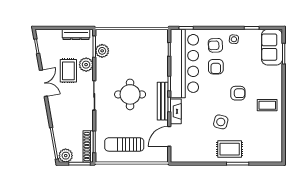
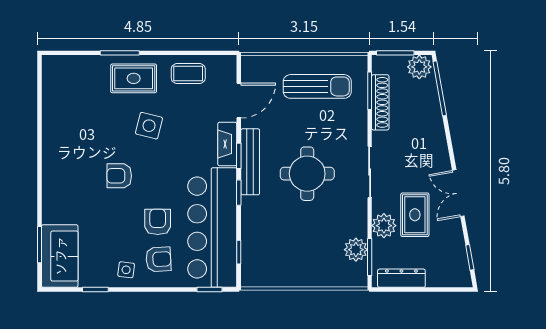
coffee table: (267, 105) -> (188, 73), moved
shoe rack: (88, 147) -> (380, 102), moved

